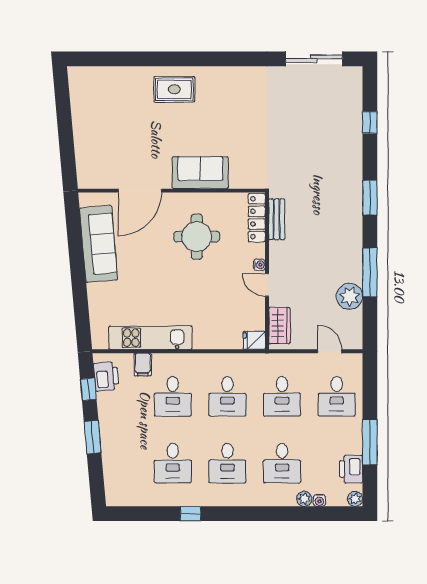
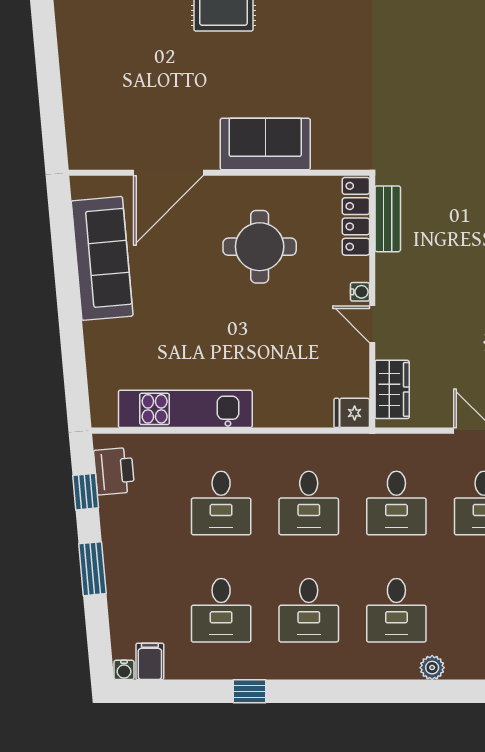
filing cabinet: (143, 364) -> (150, 661), moved, turned 180
water cooler: (319, 500) -> (124, 670), moved

